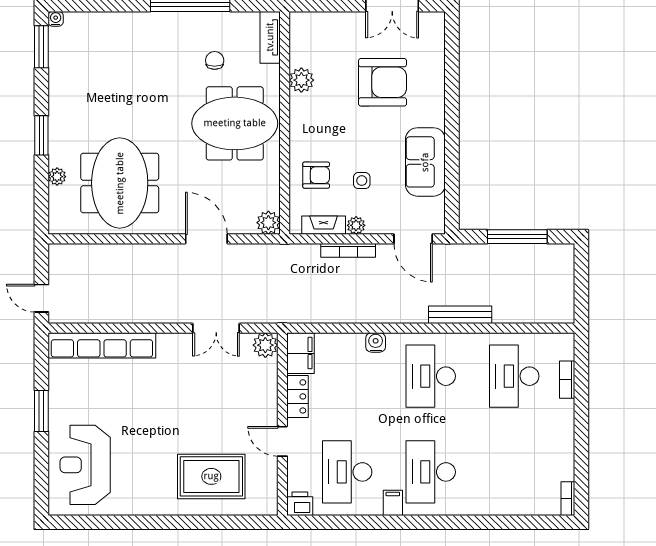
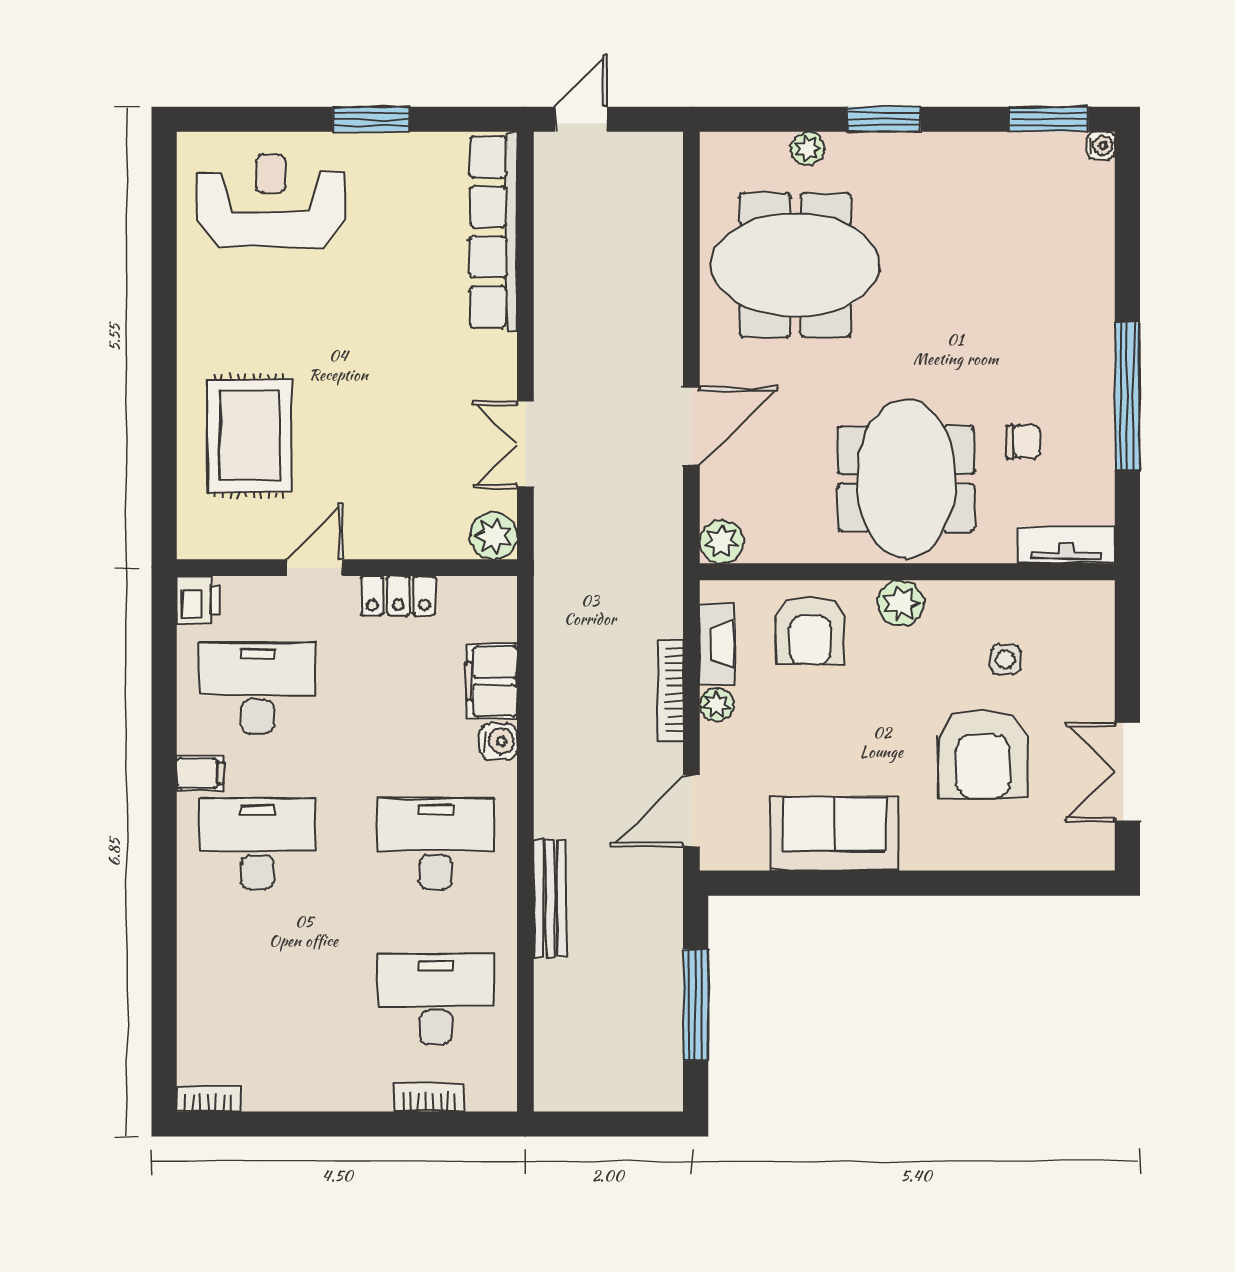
plant: (301, 80) -> (901, 603), moved
armchair: (316, 175) -> (810, 630), width x1.38, depth x1.38
side table: (362, 181) -> (1006, 660), moved
filing cabinet: (301, 353) -> (492, 681), moved, turned 90

